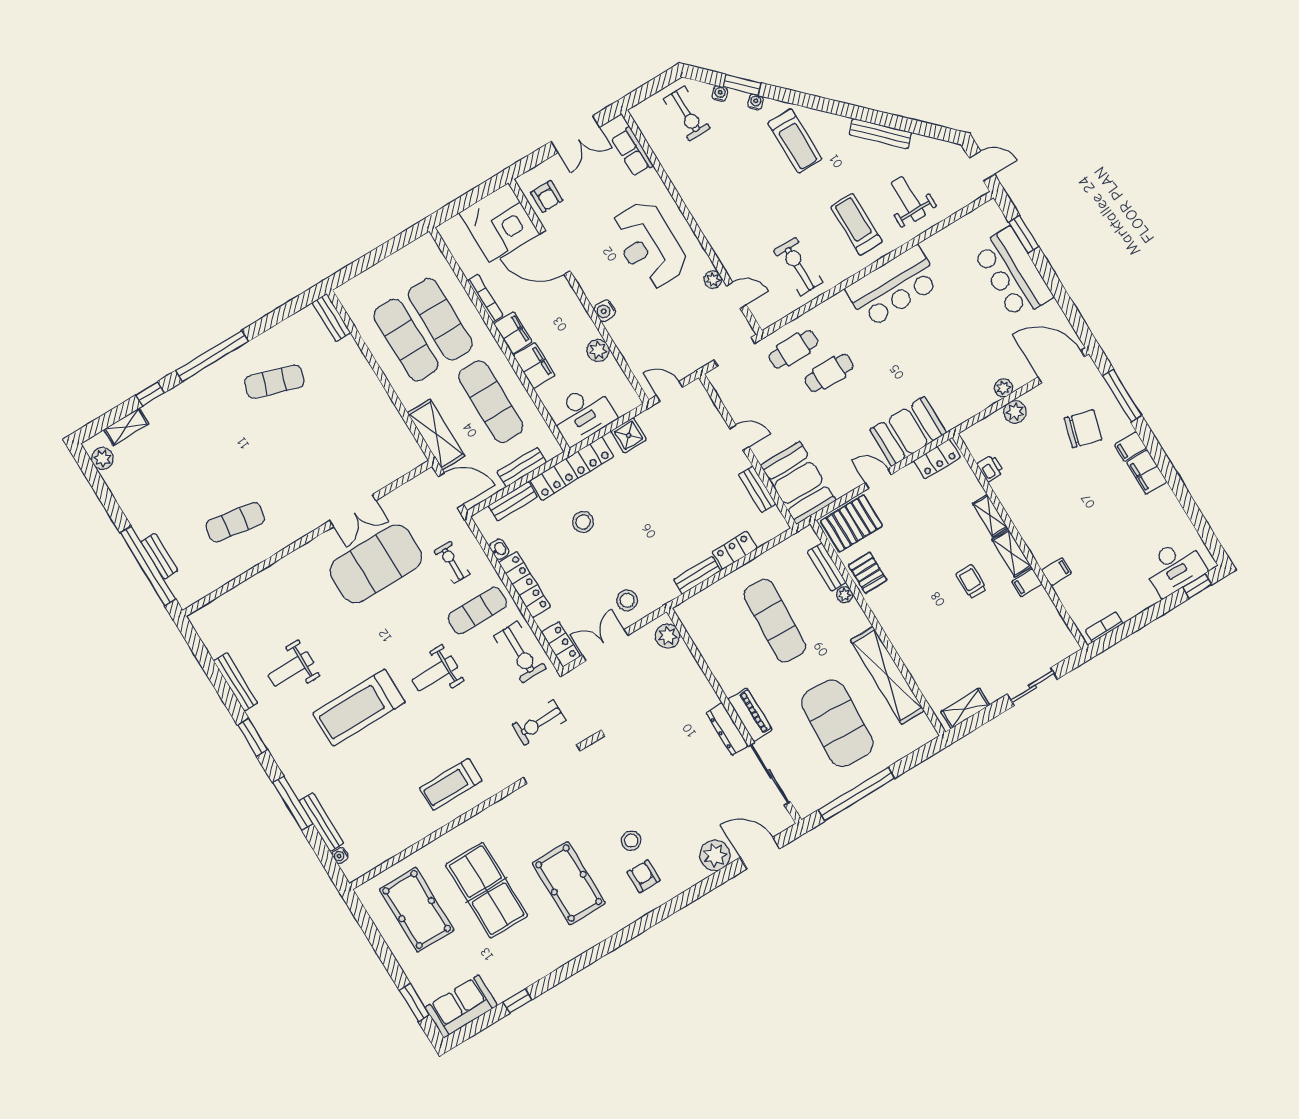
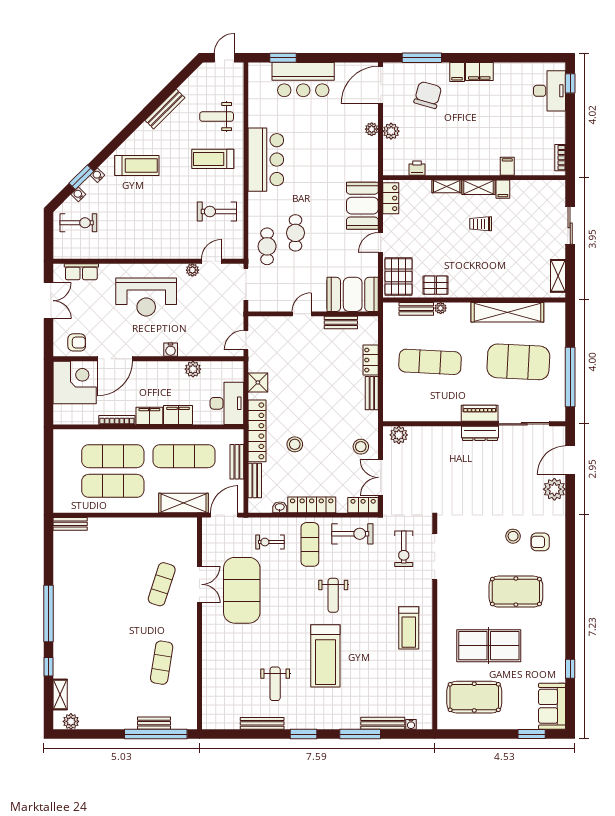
exercise mat: (274, 382) -> (162, 584), moved

